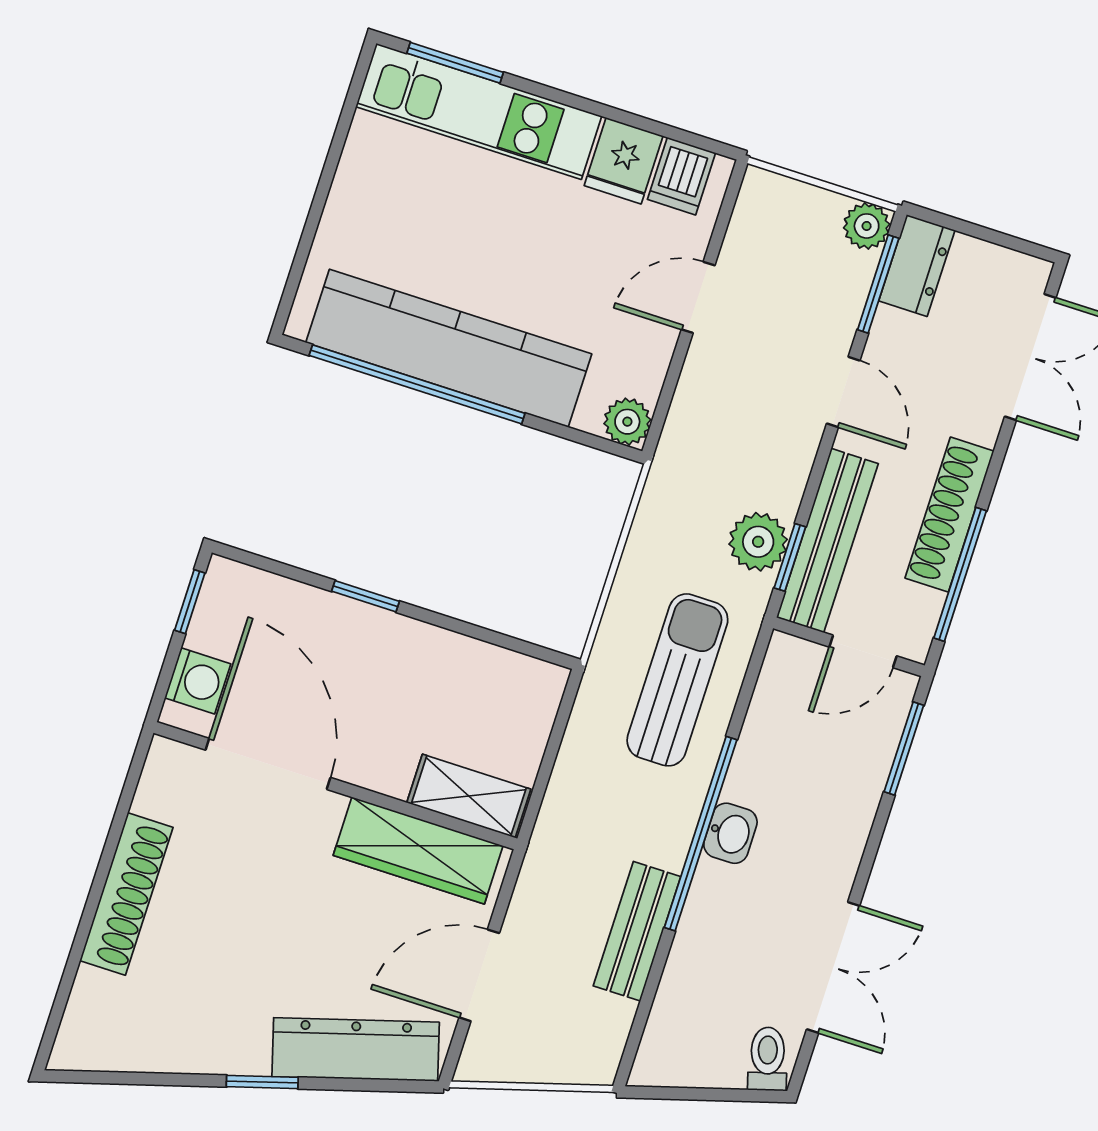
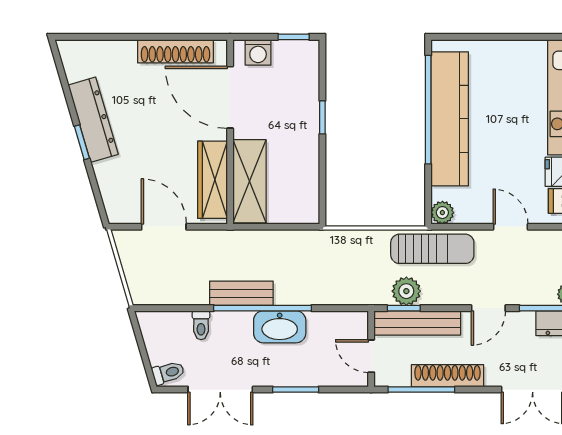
sun lounger: (677, 680) -> (432, 249), moved
window: (904, 749) -> (296, 390), moved
door: (268, 764) -> (230, 97), swing flipped
shelving: (469, 796) -> (249, 181), width x1.50, depth x1.33
washbasin: (730, 833) -> (280, 327), width x1.91, depth x1.45
shoe rack: (126, 894) -> (175, 51), moved
bench: (637, 931) -> (241, 293), moved
toilet: (695, 965) -> (201, 325), added
dresser: (356, 1049) -> (93, 120), moved

